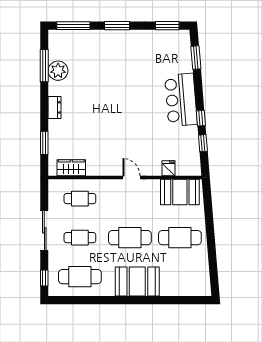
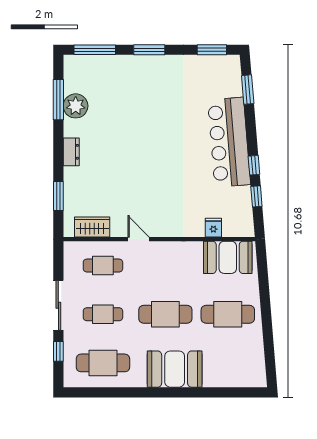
bar counter: (181, 100) -> (229, 142), width x1.36
door: (131, 177) -> (139, 239), moved
window: (44, 278) -> (58, 351), moved

